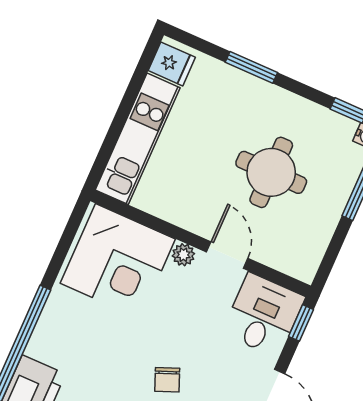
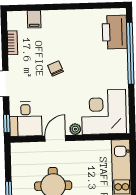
door: (227, 255) -> (55, 138), swing flipped

